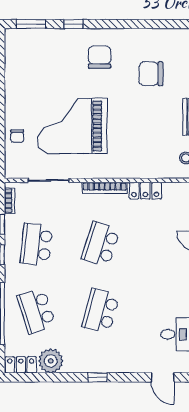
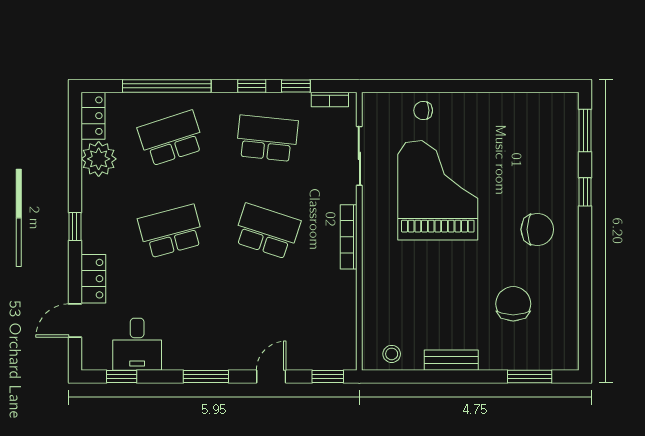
locker: (145, 191) -> (93, 279), moved, turned 180
school desk: (101, 311) -> (171, 231), turned -30

